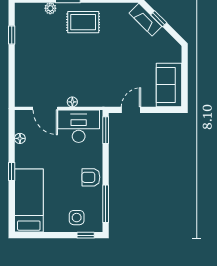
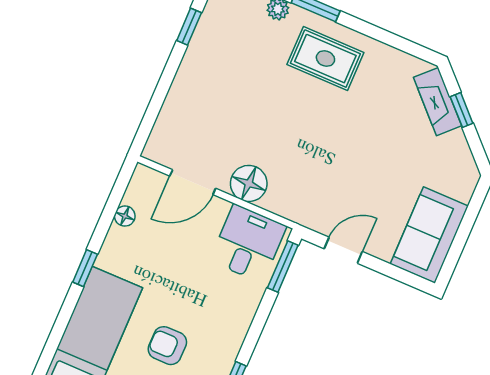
floor lamp: (72, 102) -> (249, 183), width x1.89, depth x1.89
door: (45, 108) -> (193, 182), hinge flipped
desk: (79, 126) -> (248, 243), width x0.73
armchair: (91, 177) -> (167, 346), moved

